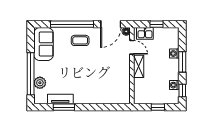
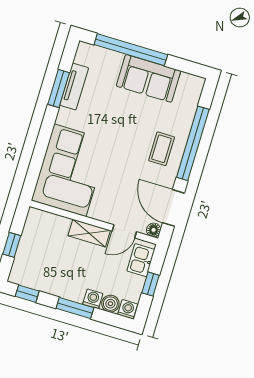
boiler: (174, 43) -> (110, 304), added
sofa: (44, 44) -> (148, 78), moved
plant: (40, 83) -> (111, 61), removed
washing machine: (174, 85) -> (128, 309), moved
corner sofa: (107, 87) -> (70, 170), added

